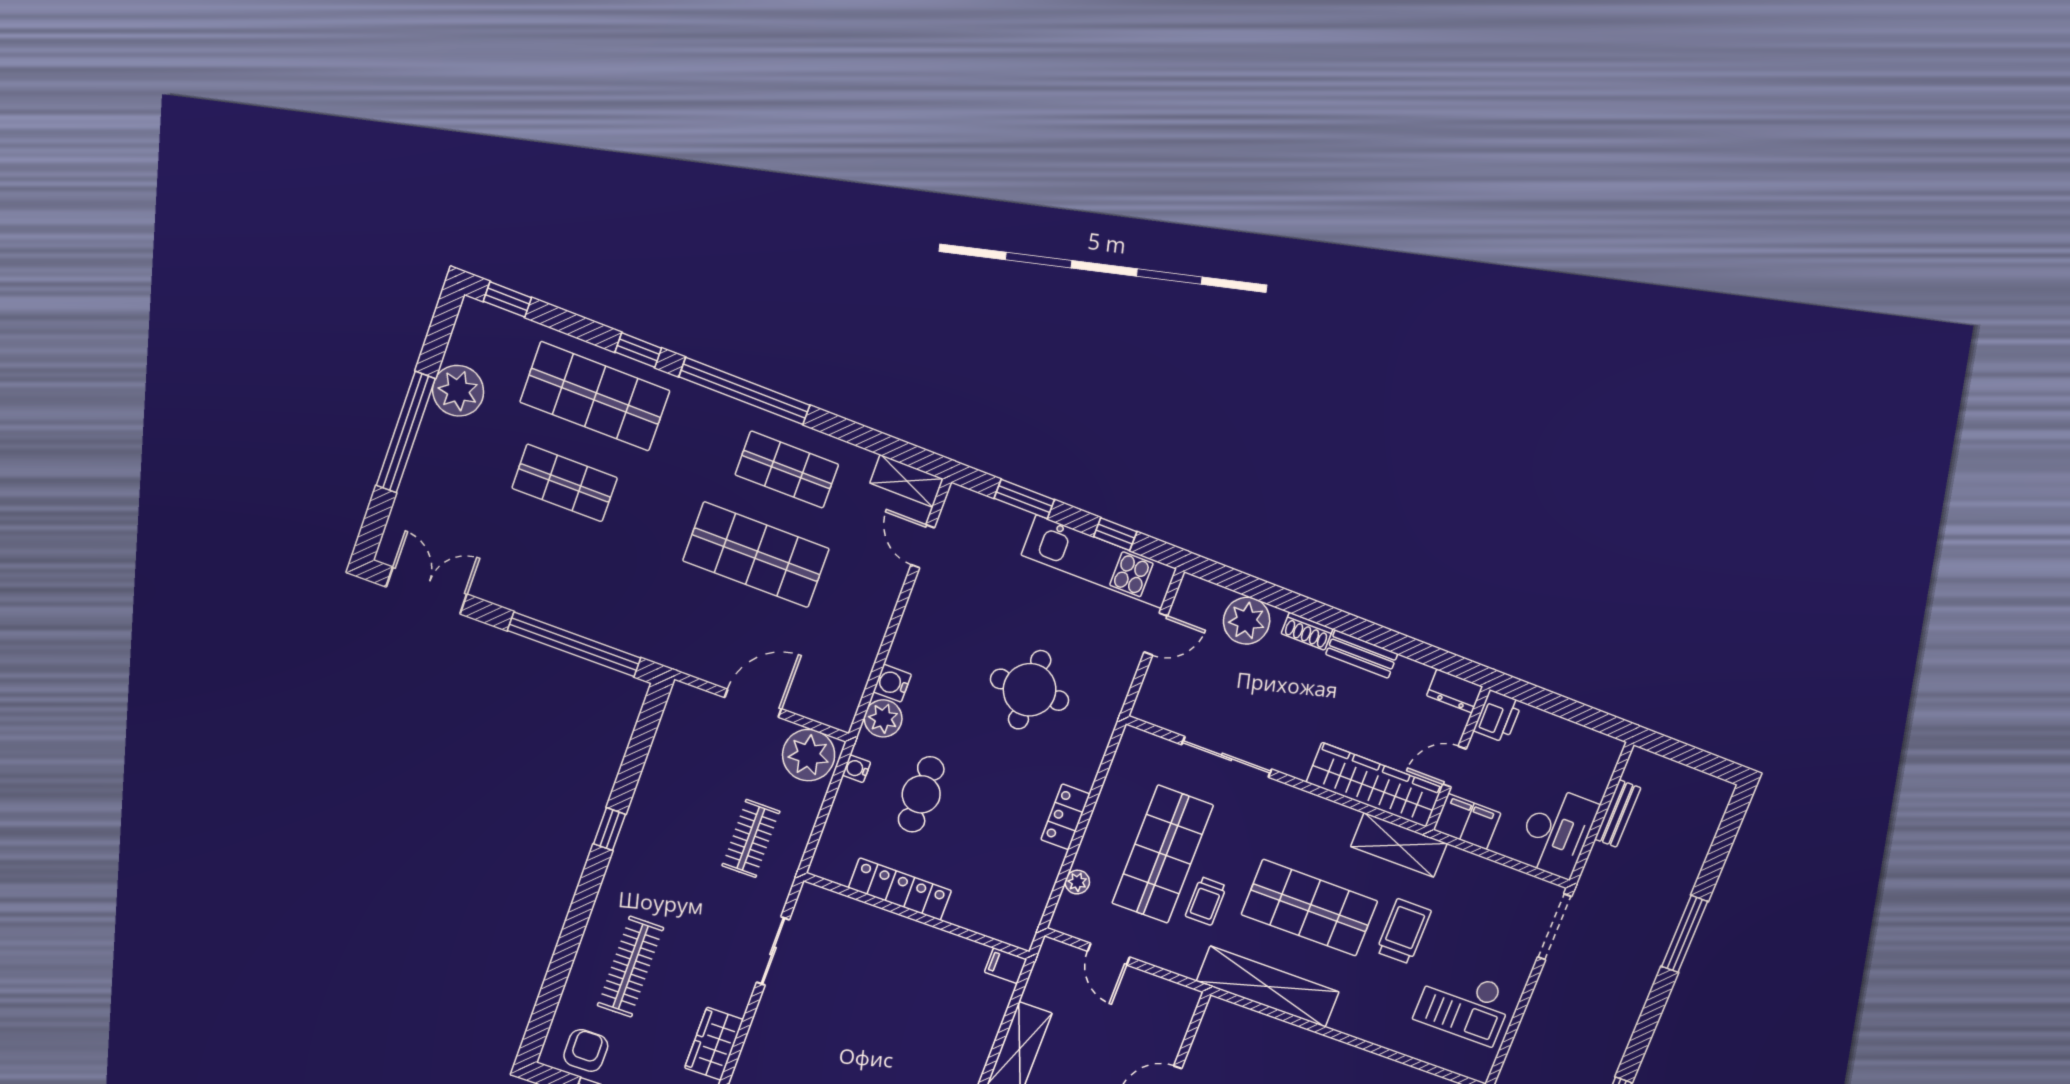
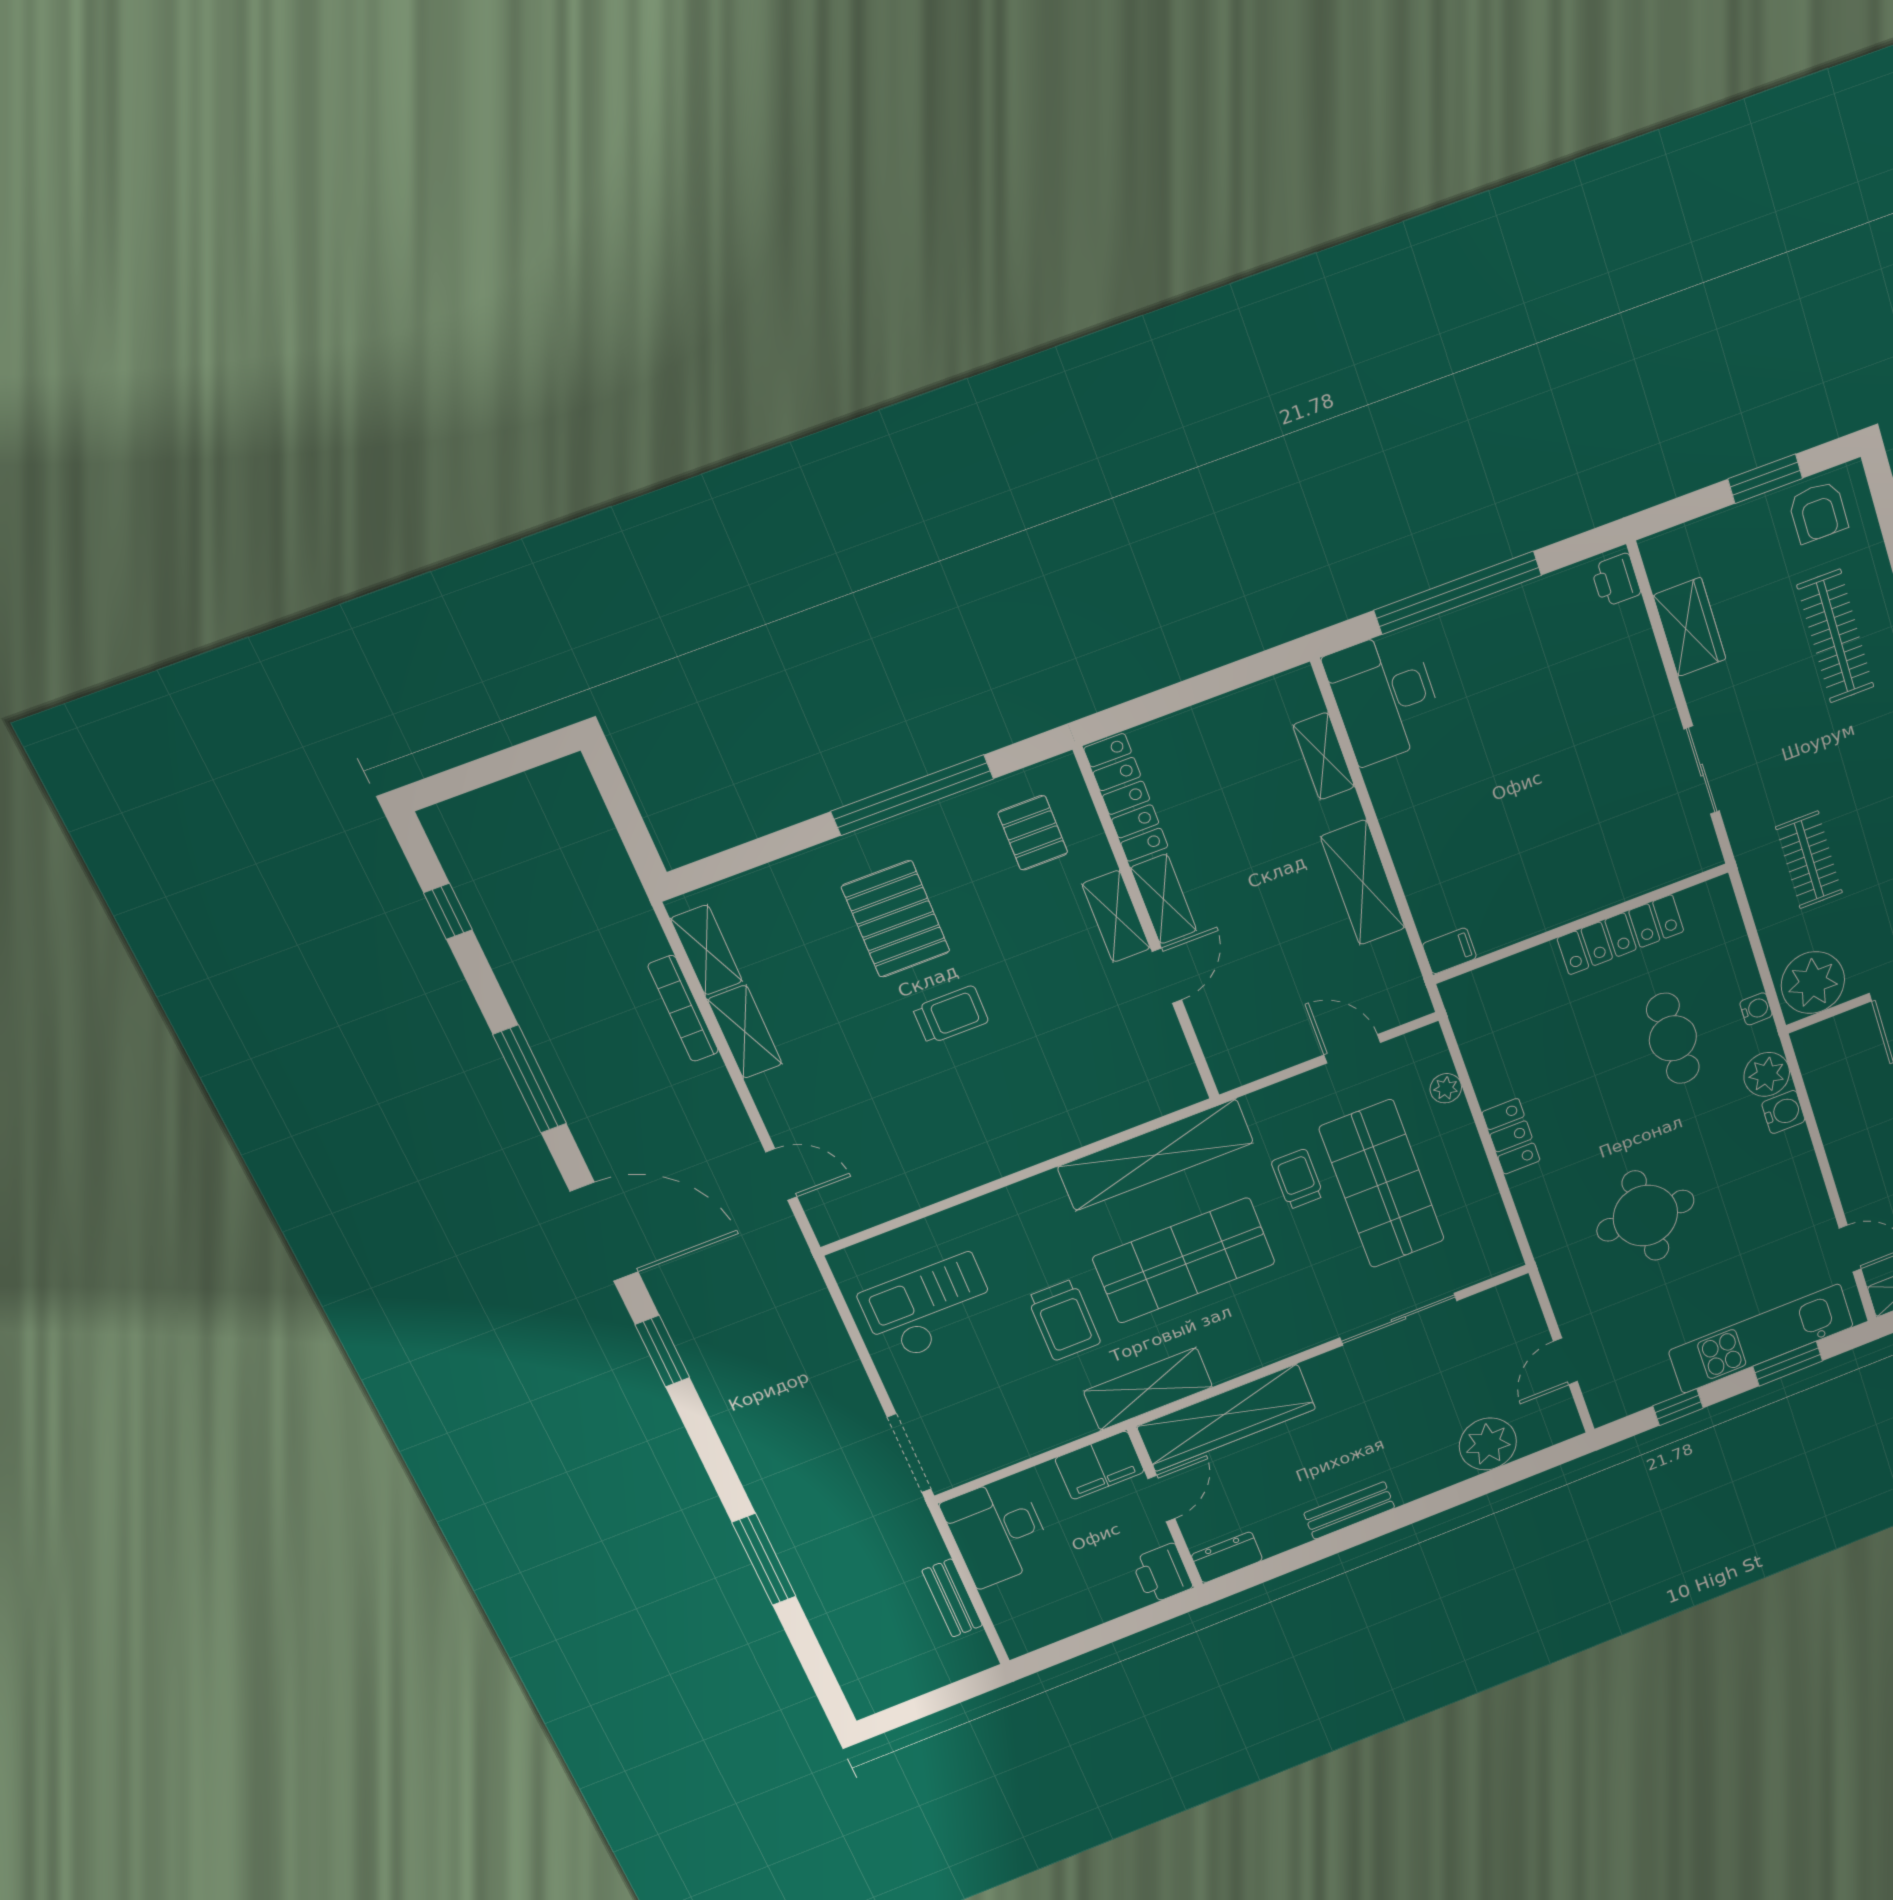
kitchen unit: (1099, 562) -> (1761, 1338), moved
shoe rack: (1307, 631) -> (1421, 1484), removed

